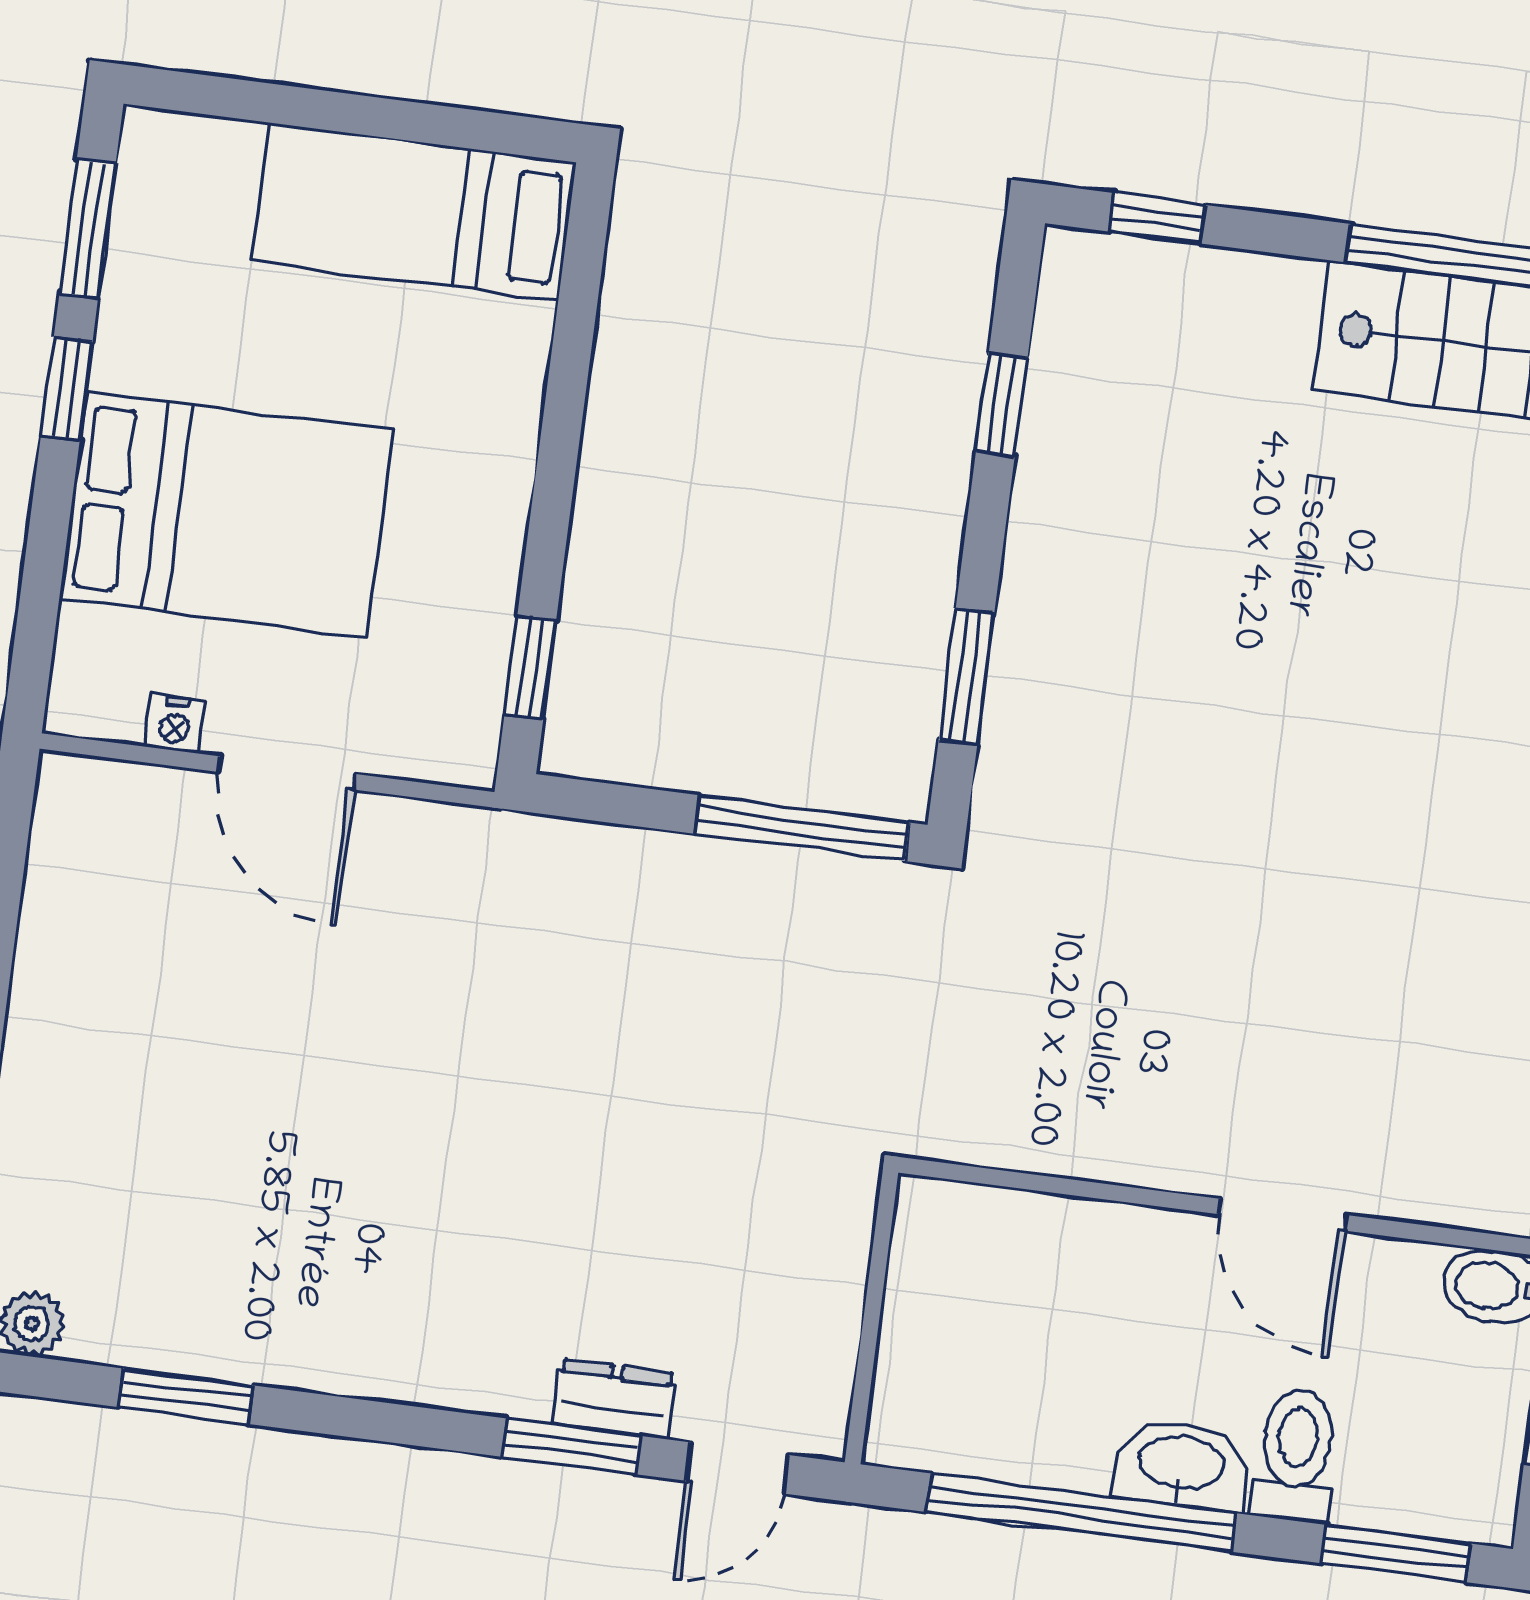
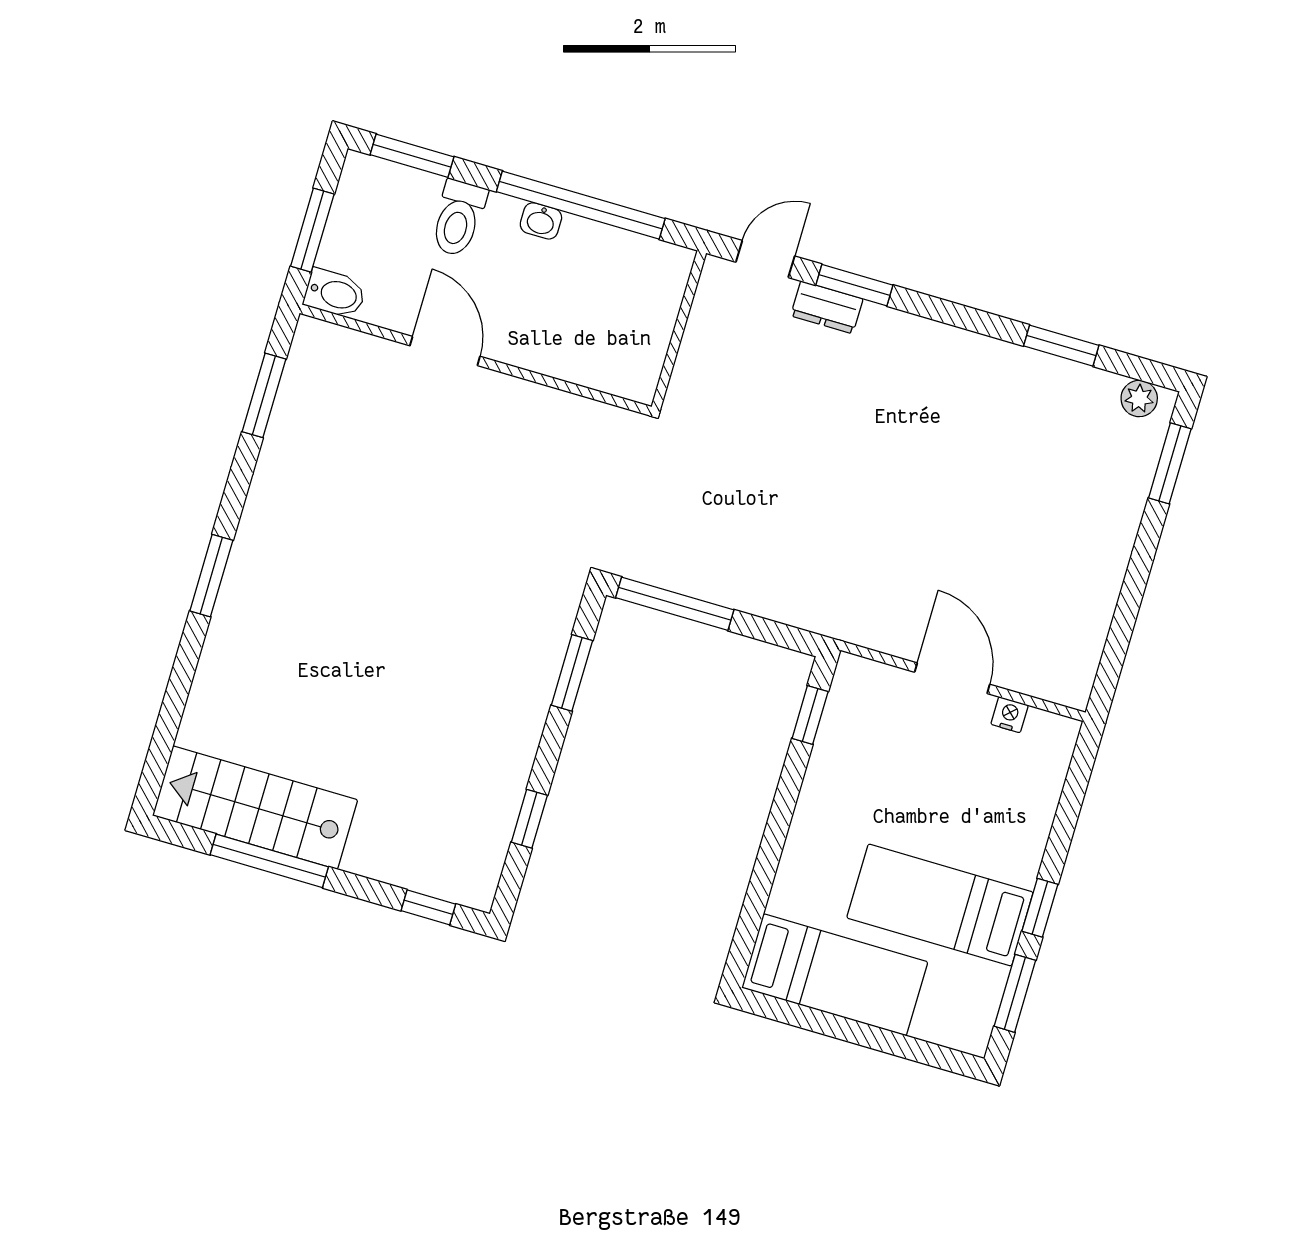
bed: (226, 514) -> (940, 905), moved, width x0.67
washbasin: (1181, 1465) -> (541, 221), width x0.52, depth x0.69

